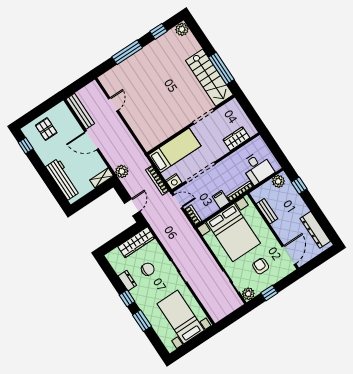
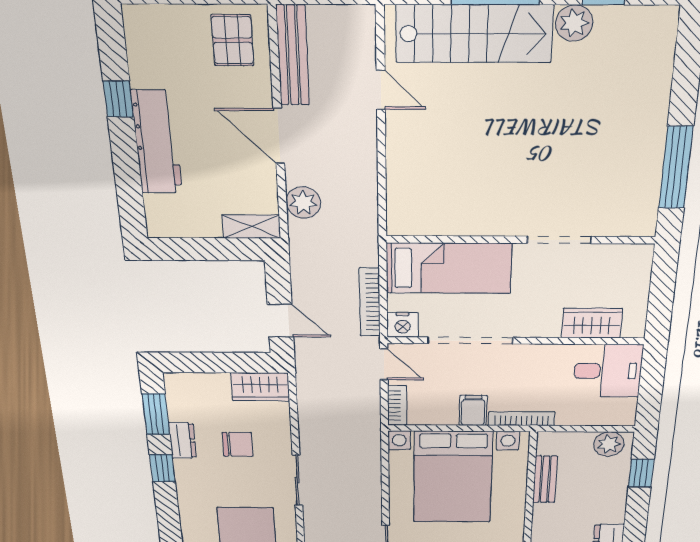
plant: (182, 29) -> (574, 23), moved
stairs: (209, 78) -> (474, 34), moved, turned -90
door: (113, 104) -> (381, 90), hinge flipped
pallet: (46, 129) -> (232, 40), moved
window: (26, 146) -> (118, 99), moved
desk: (257, 168) -> (608, 371), moved, turned -90
plant: (122, 171) -> (303, 203), moved
workbench: (63, 179) -> (157, 142), moved
door: (132, 207) -> (281, 321), hinge flipped
wardrobe: (136, 242) -> (260, 387), width x0.67
window: (142, 321) -> (156, 414), moved

